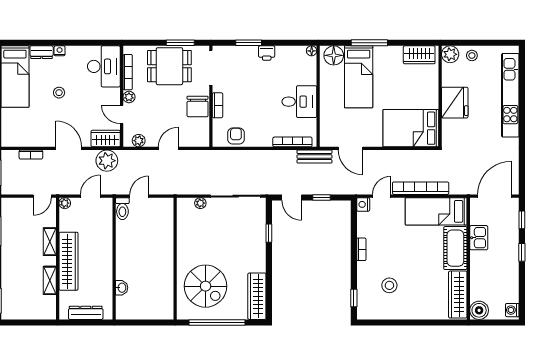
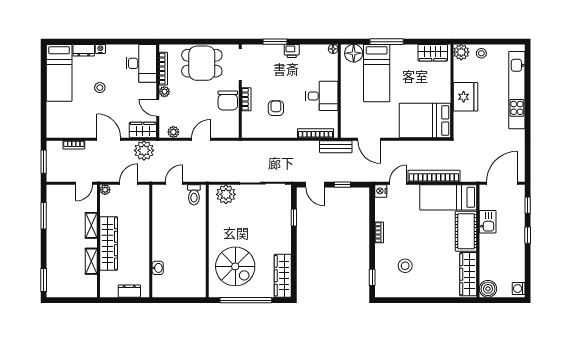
window: (180, 43) -> (212, 42), removed
armchair: (236, 136) -> (276, 108), moved
plant: (200, 203) -> (226, 194), width x1.88, depth x1.88
toilet: (122, 209) -> (194, 195), moved
dresser: (86, 313) -> (129, 291), width x0.70

